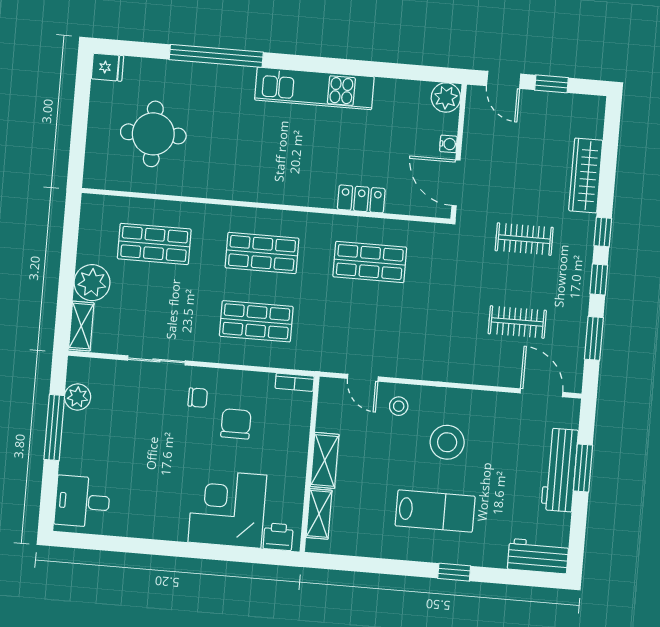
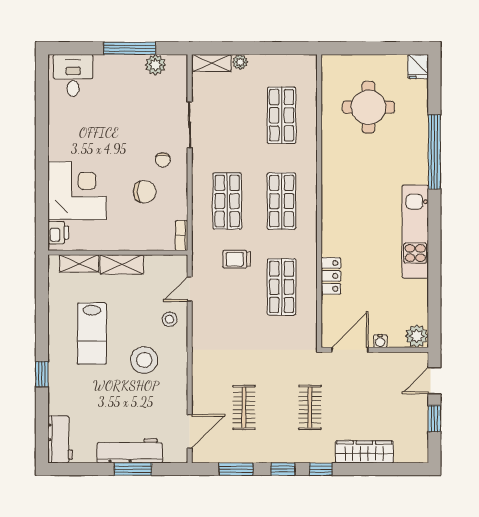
plant: (92, 283) -> (240, 62), width x0.53, depth x0.53
trolley: (330, 316) -> (237, 259), added
lab bench: (435, 511) -> (92, 334), moved

